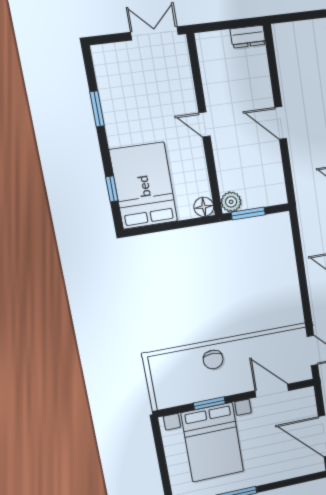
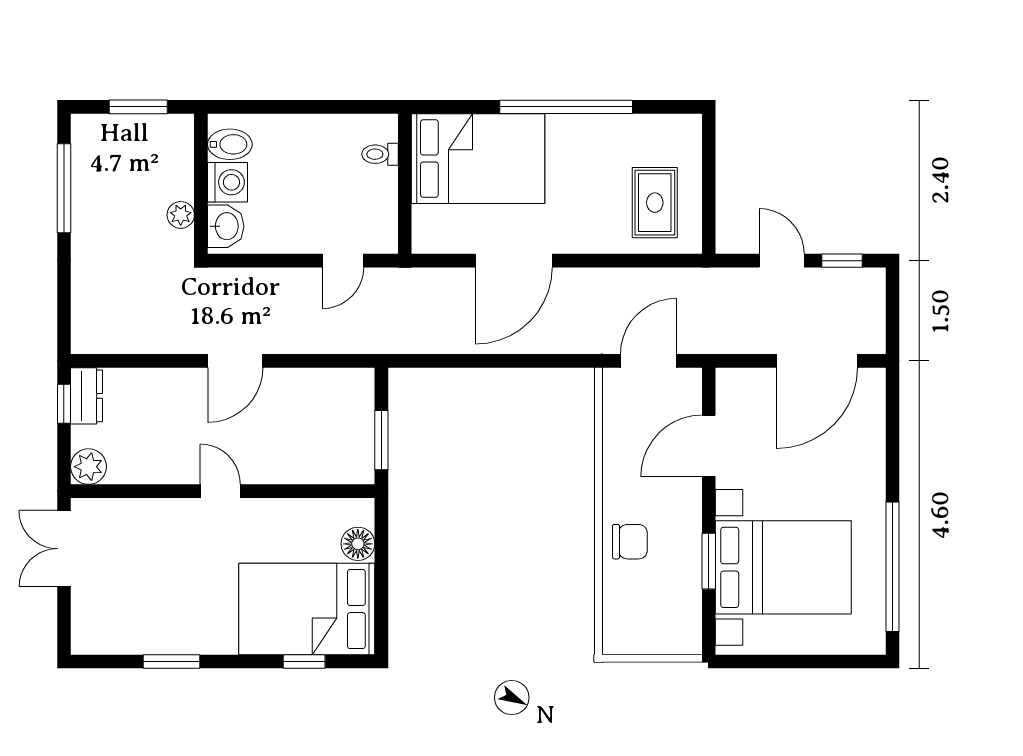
window: (241, 23) -> (64, 404), added
door: (204, 124) -> (220, 491), swing flipped
plant: (231, 202) -> (88, 467), moved
floor lamp: (204, 207) -> (358, 544), moved

